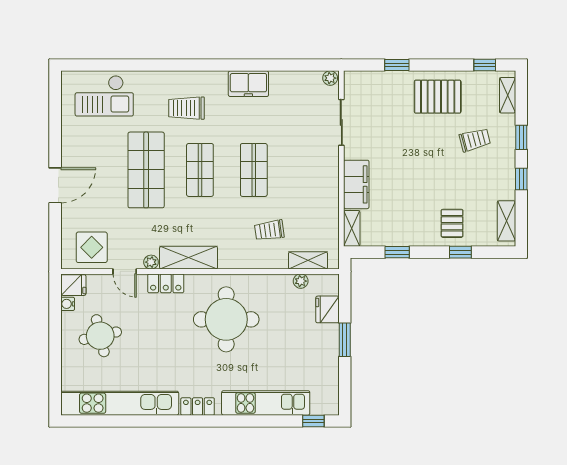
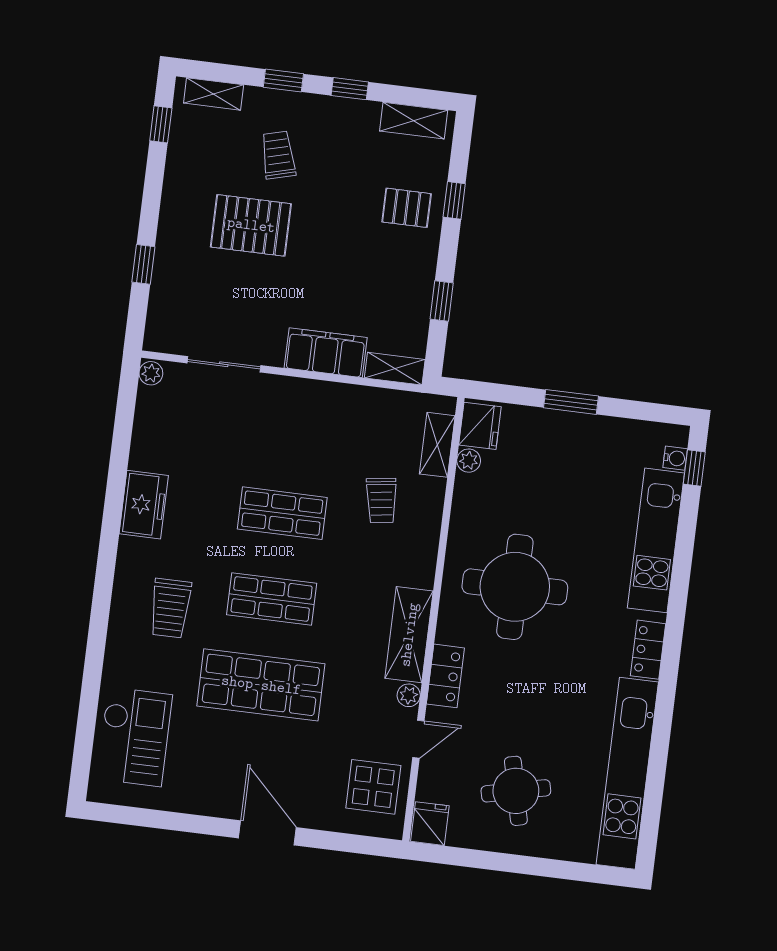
pallet: (438, 97) -> (251, 225), moved, turned 90
water cooler: (68, 304) -> (675, 458), moved, turned -90
fridge: (327, 309) -> (480, 426), moved, turned -90

